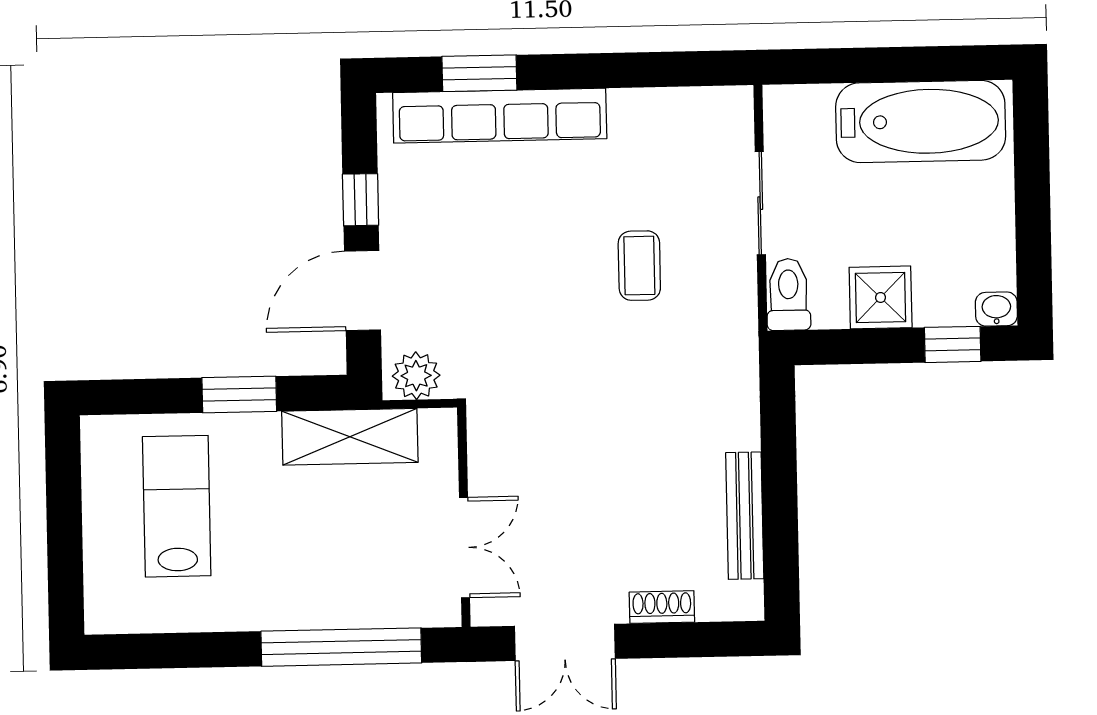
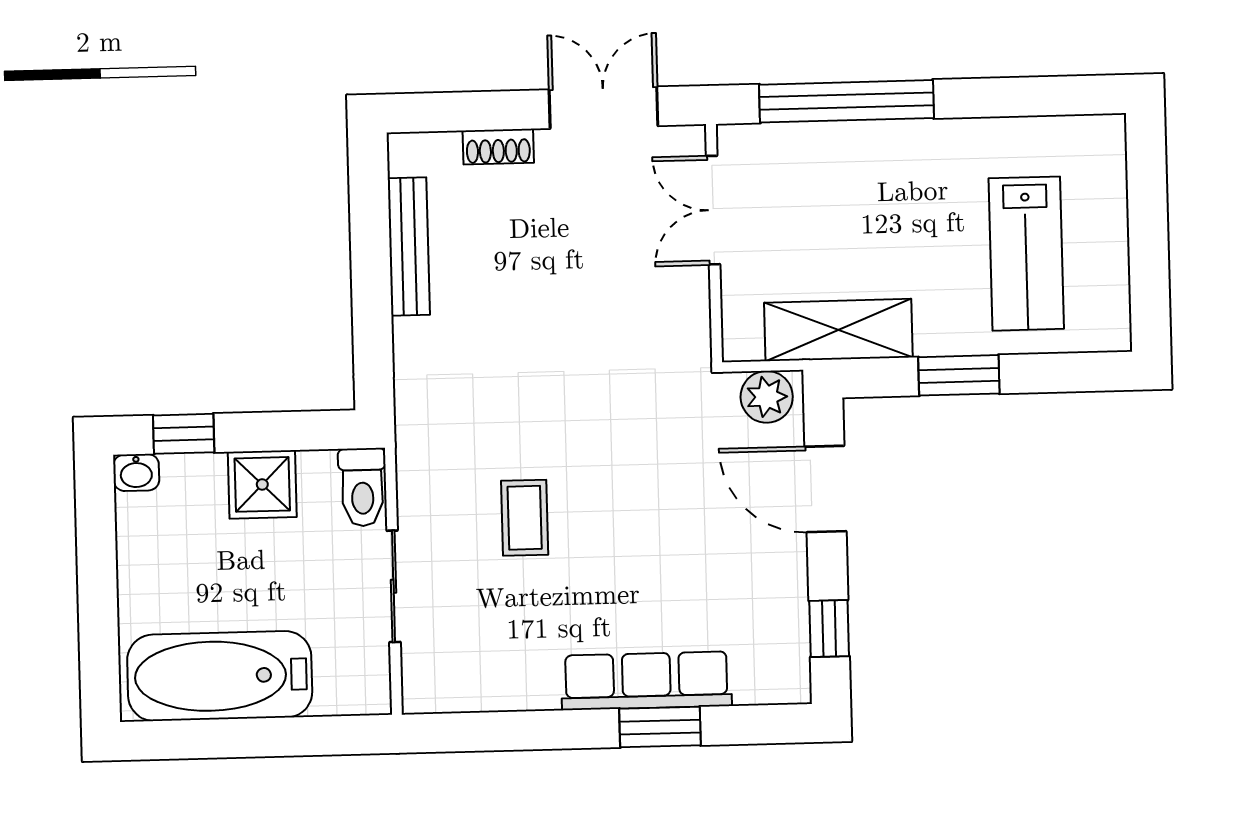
window: (479, 73) -> (660, 727), moved
row of seats: (500, 116) -> (646, 681), width x0.73
window: (361, 200) -> (829, 629), moved
door: (362, 291) -> (825, 489), swing flipped

